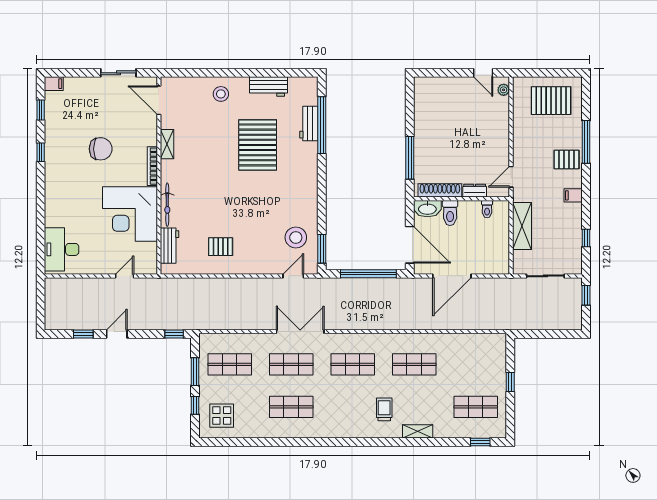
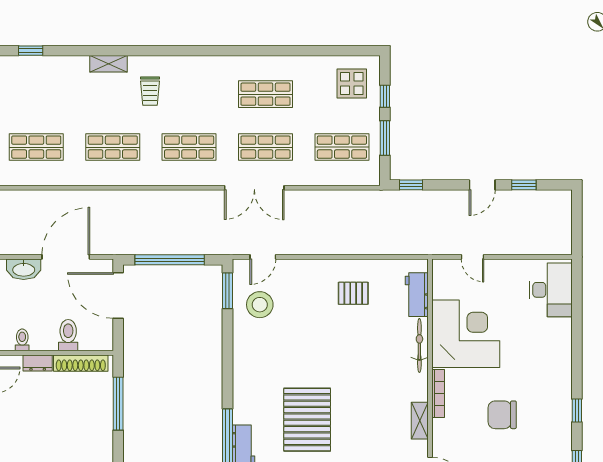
washbasin: (427, 209) -> (24, 269), moved, turned 180
door: (125, 276) -> (473, 257), hinge flipped
shop shelf: (476, 407) -> (36, 147), moved

